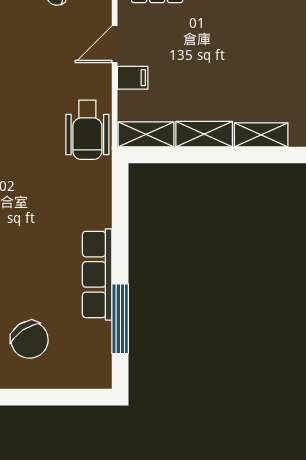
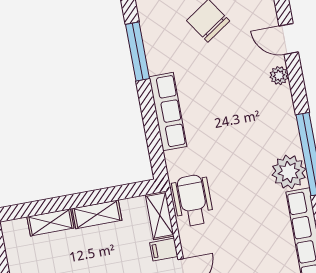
shelving: (146, 134) -> (160, 215), moved, turned 90
row of seats: (97, 274) -> (168, 112), moved

